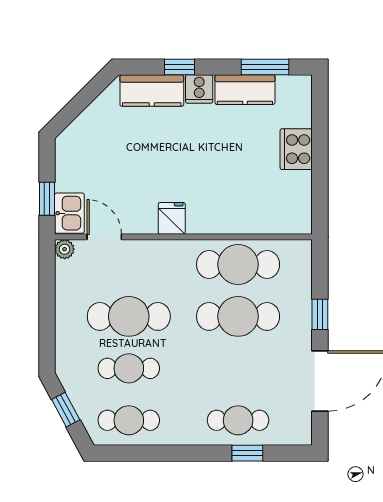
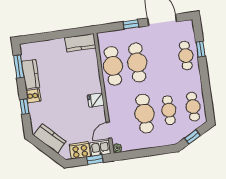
kitchen counter: (152, 91) -> (50, 138), moved, turned -45
cooker: (296, 149) -> (80, 150), moved, turned 180
kitchen counter: (296, 203) -> (80, 43), added

